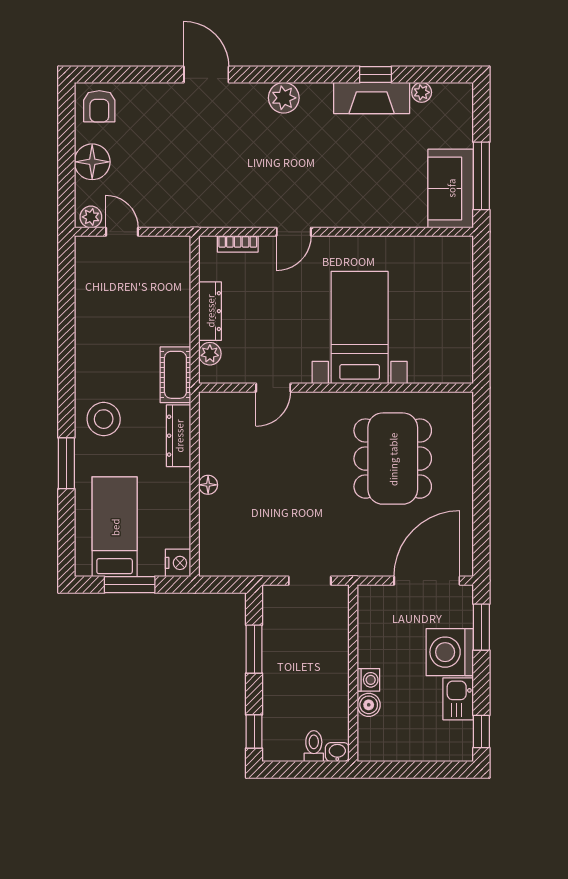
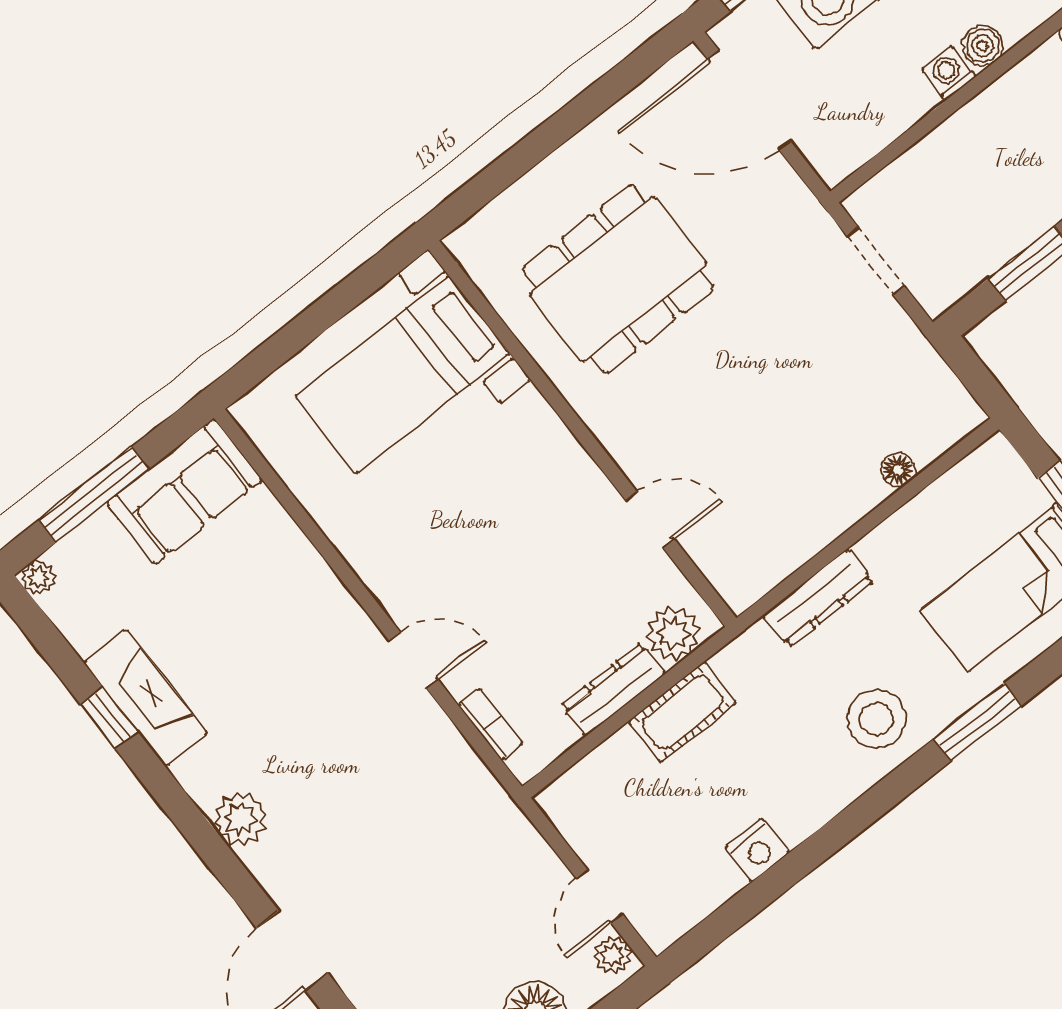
plant: (422, 92) -> (39, 578), moved
window: (481, 176) -> (94, 495), moved
bed with nightstands: (360, 328) -> (402, 375), moved
plant: (210, 354) -> (673, 633), width x1.38, depth x1.38
cot: (175, 375) -> (682, 712), moved
floor lamp: (208, 485) -> (898, 470), moved
nightstand: (178, 563) -> (757, 850), moved, turned 180

